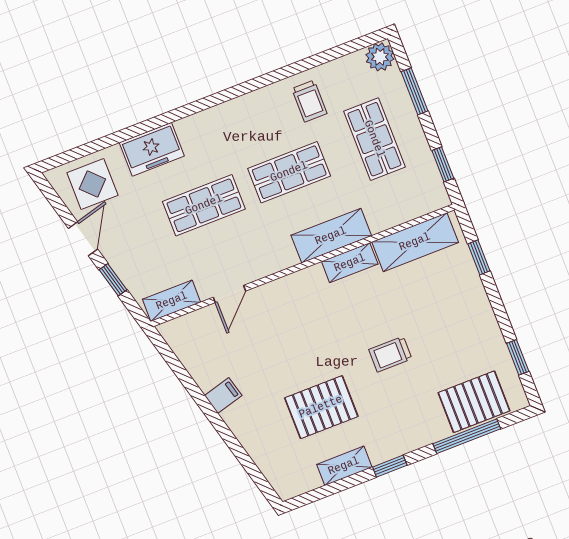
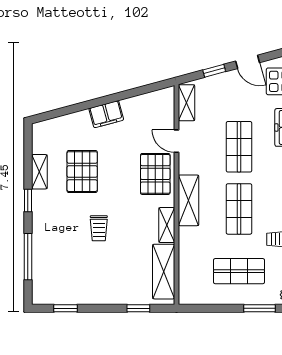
window: (443, 164) -> (206, 308), removed
shelving: (331, 236) -> (189, 200), moved
trolley: (390, 354) -> (99, 228), turned 180
filing cabinet: (223, 396) -> (106, 114), width x2.00
pallet: (474, 402) -> (155, 174), moved

